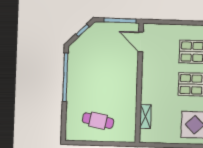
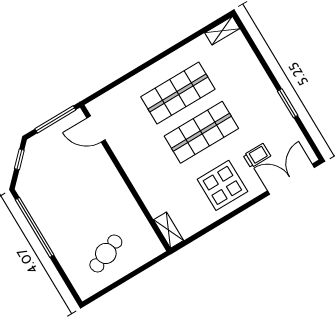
shelving: (145, 117) -> (168, 230), moved
cafe table: (98, 121) -> (106, 253), turned -33

